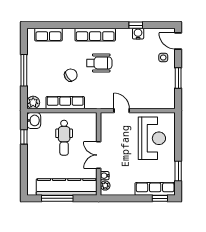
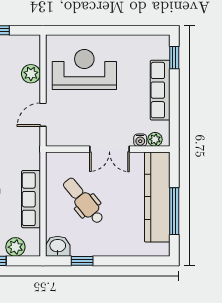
plant: (33, 102) -> (15, 247), moved
plant: (149, 103) -> (31, 74), added
dental chair: (64, 138) -> (83, 201), turned -129
window: (178, 171) -> (133, 30), removed
row of seats: (155, 189) -> (160, 90), moved

